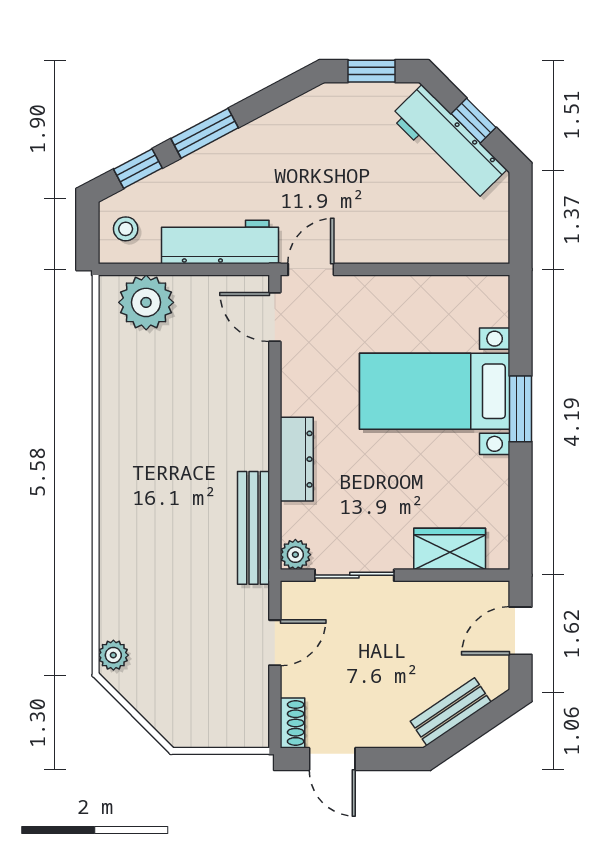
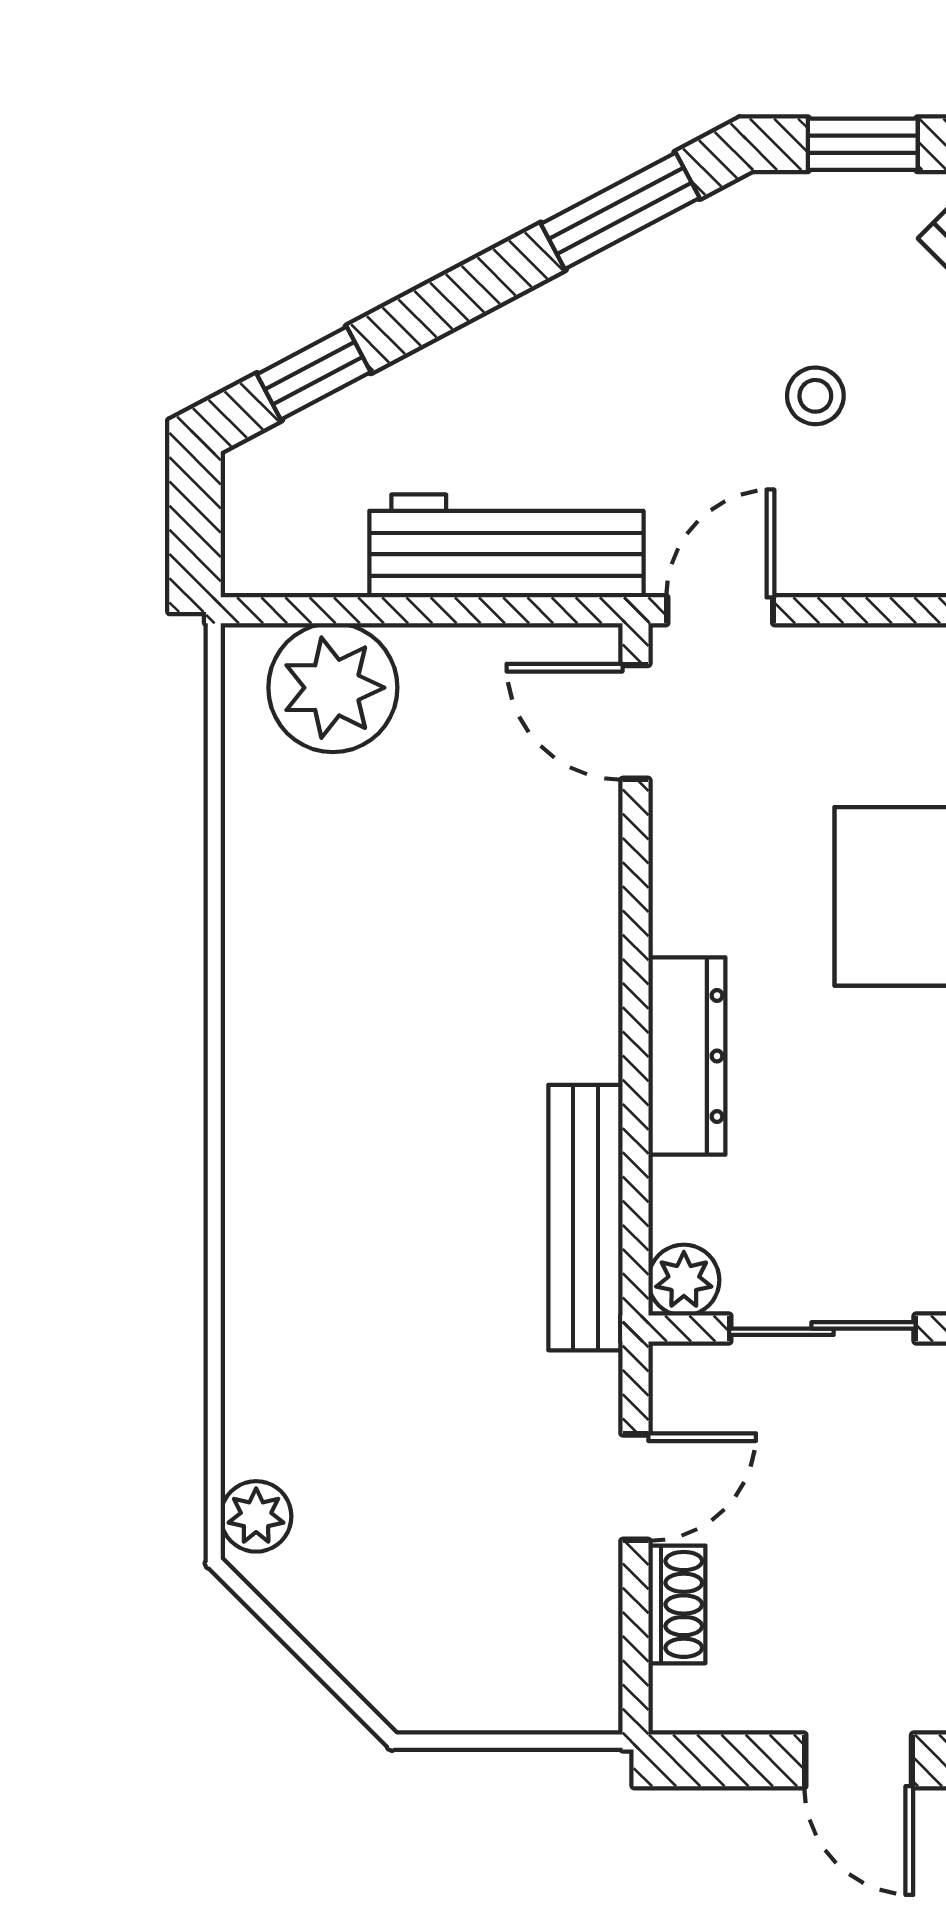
window: (205, 133) -> (620, 211), moved
stool: (126, 229) -> (815, 396), moved
shoe rack: (292, 723) -> (677, 1604), moved
door: (332, 759) -> (859, 1760), moved

